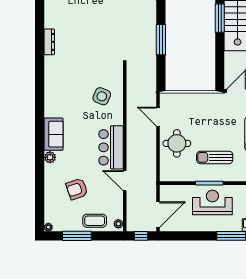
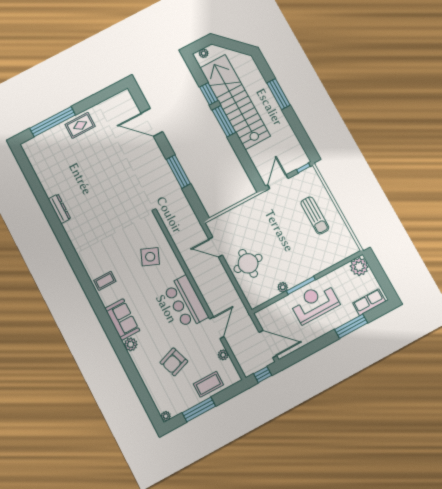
dresser: (49, 42) -> (59, 209), moved
coffee table: (56, 96) -> (105, 281), added
sun lounger: (215, 157) -> (292, 257), removed
plant: (194, 177) -> (283, 287), added
door: (125, 181) -> (217, 328), swing flipped
door: (158, 215) -> (268, 344), hinge flipped
plant: (118, 224) -> (223, 355), moved

